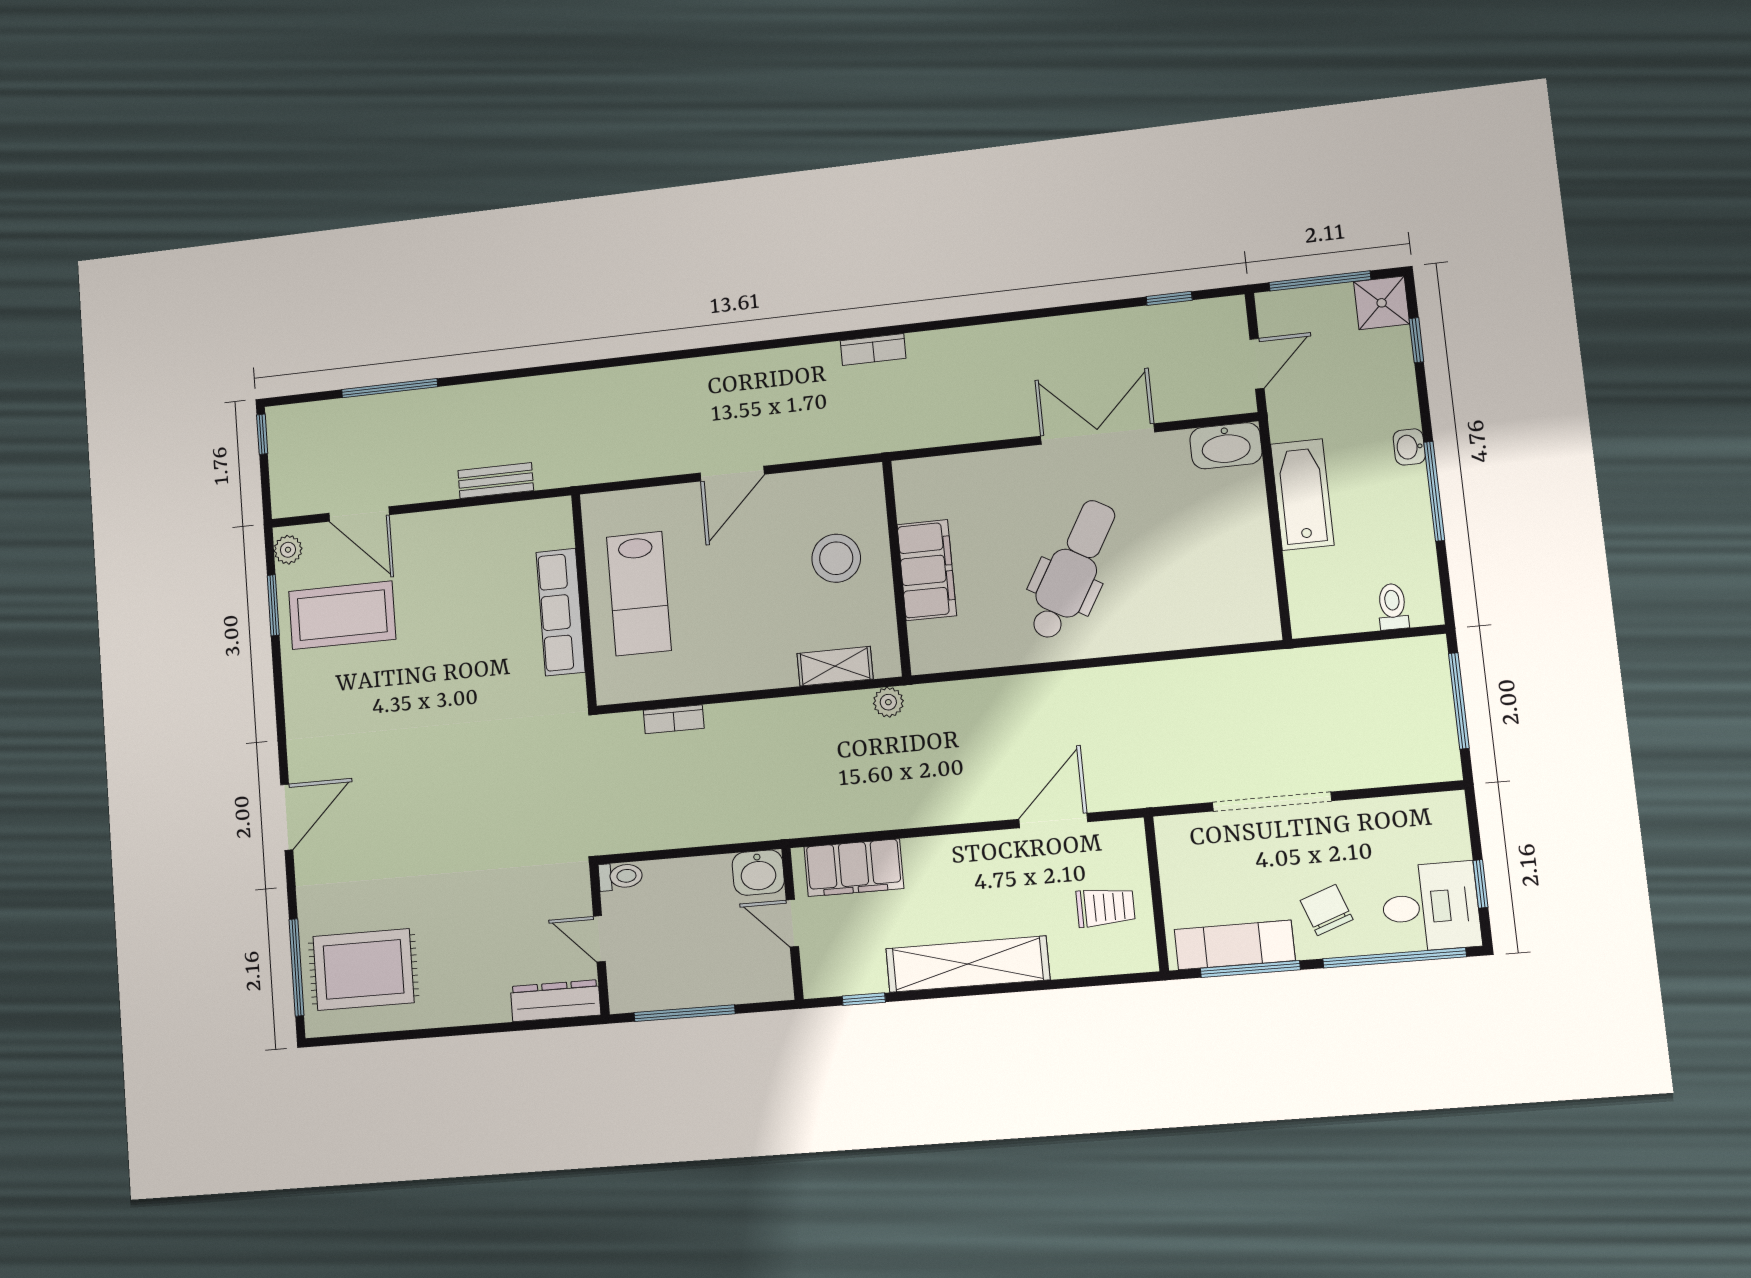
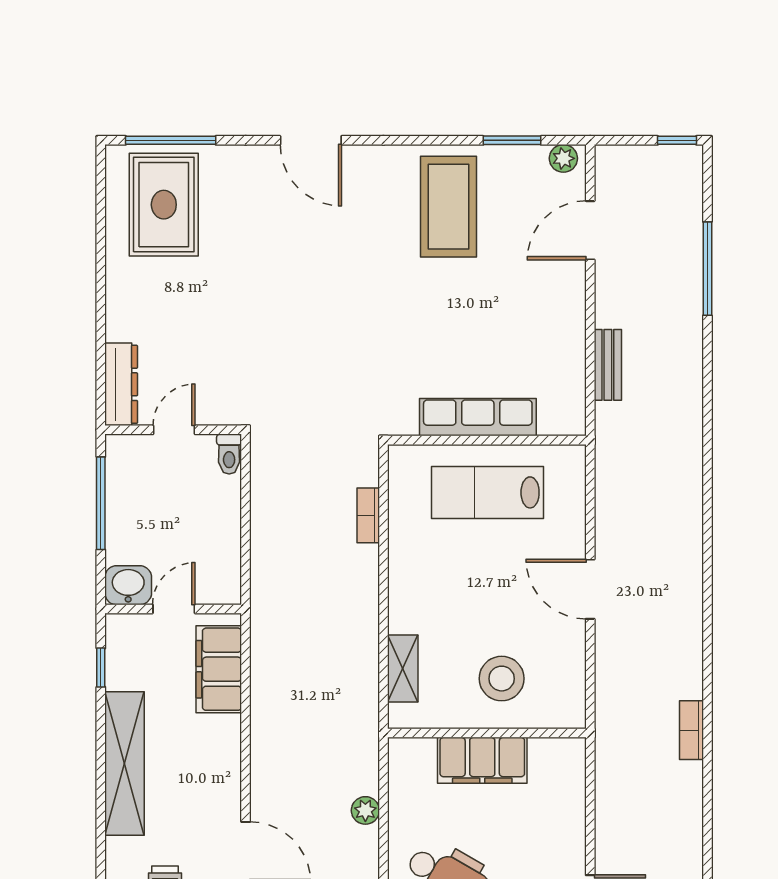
coffee table: (342, 615) -> (449, 207), moved
plant: (888, 702) -> (365, 810), moved
washbasin: (758, 873) -> (128, 585), moved, turned 90

